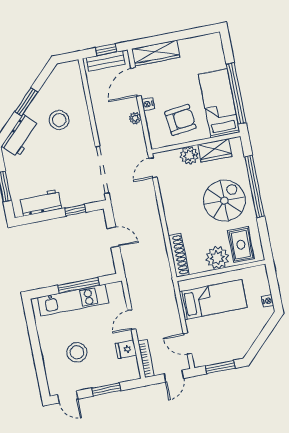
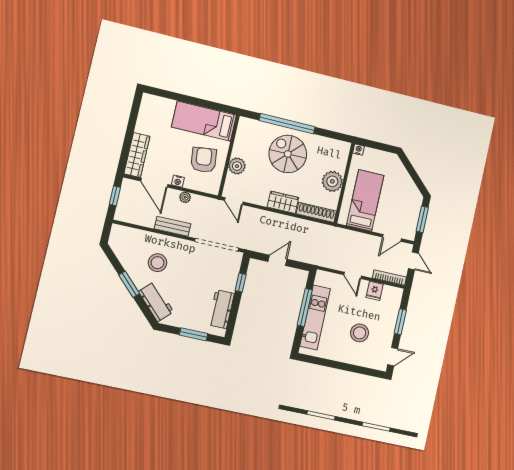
bench: (105, 61) -> (173, 226), moved, turned 90
window: (236, 93) -> (202, 103), removed
wardrobe: (215, 150) -> (283, 202), moved, turned -90
rug: (241, 245) -> (330, 157), removed
nightstand: (268, 301) -> (359, 150), moved

